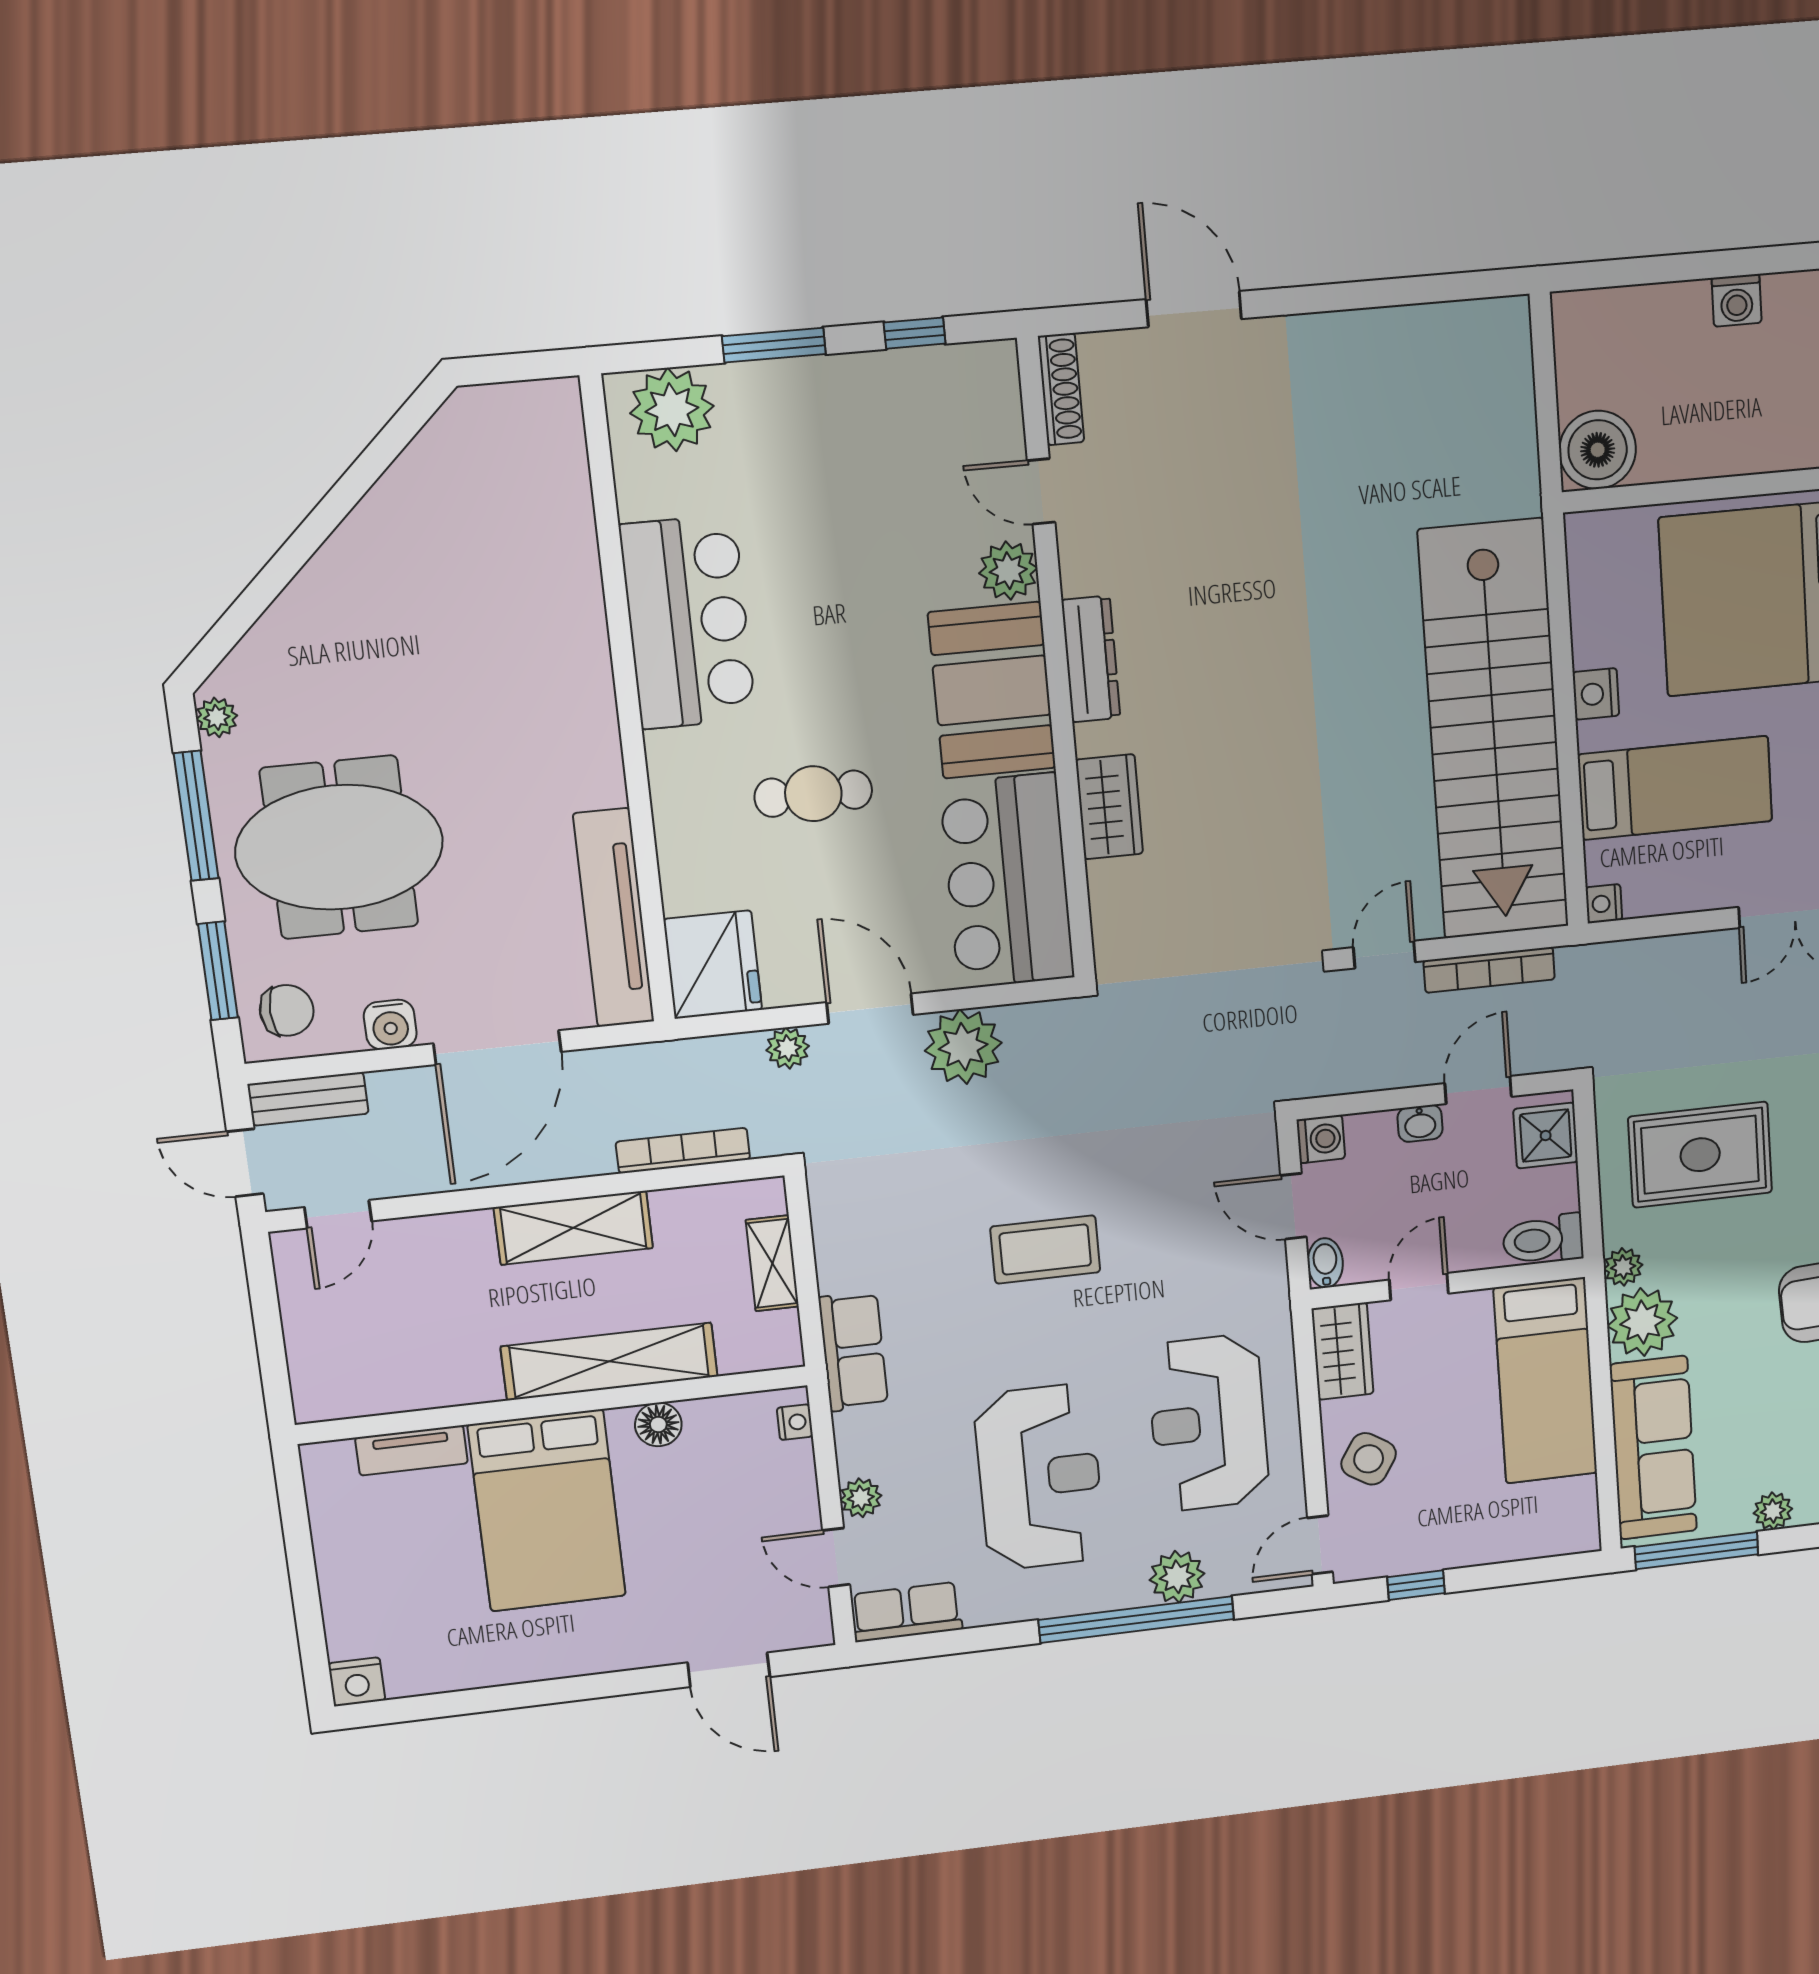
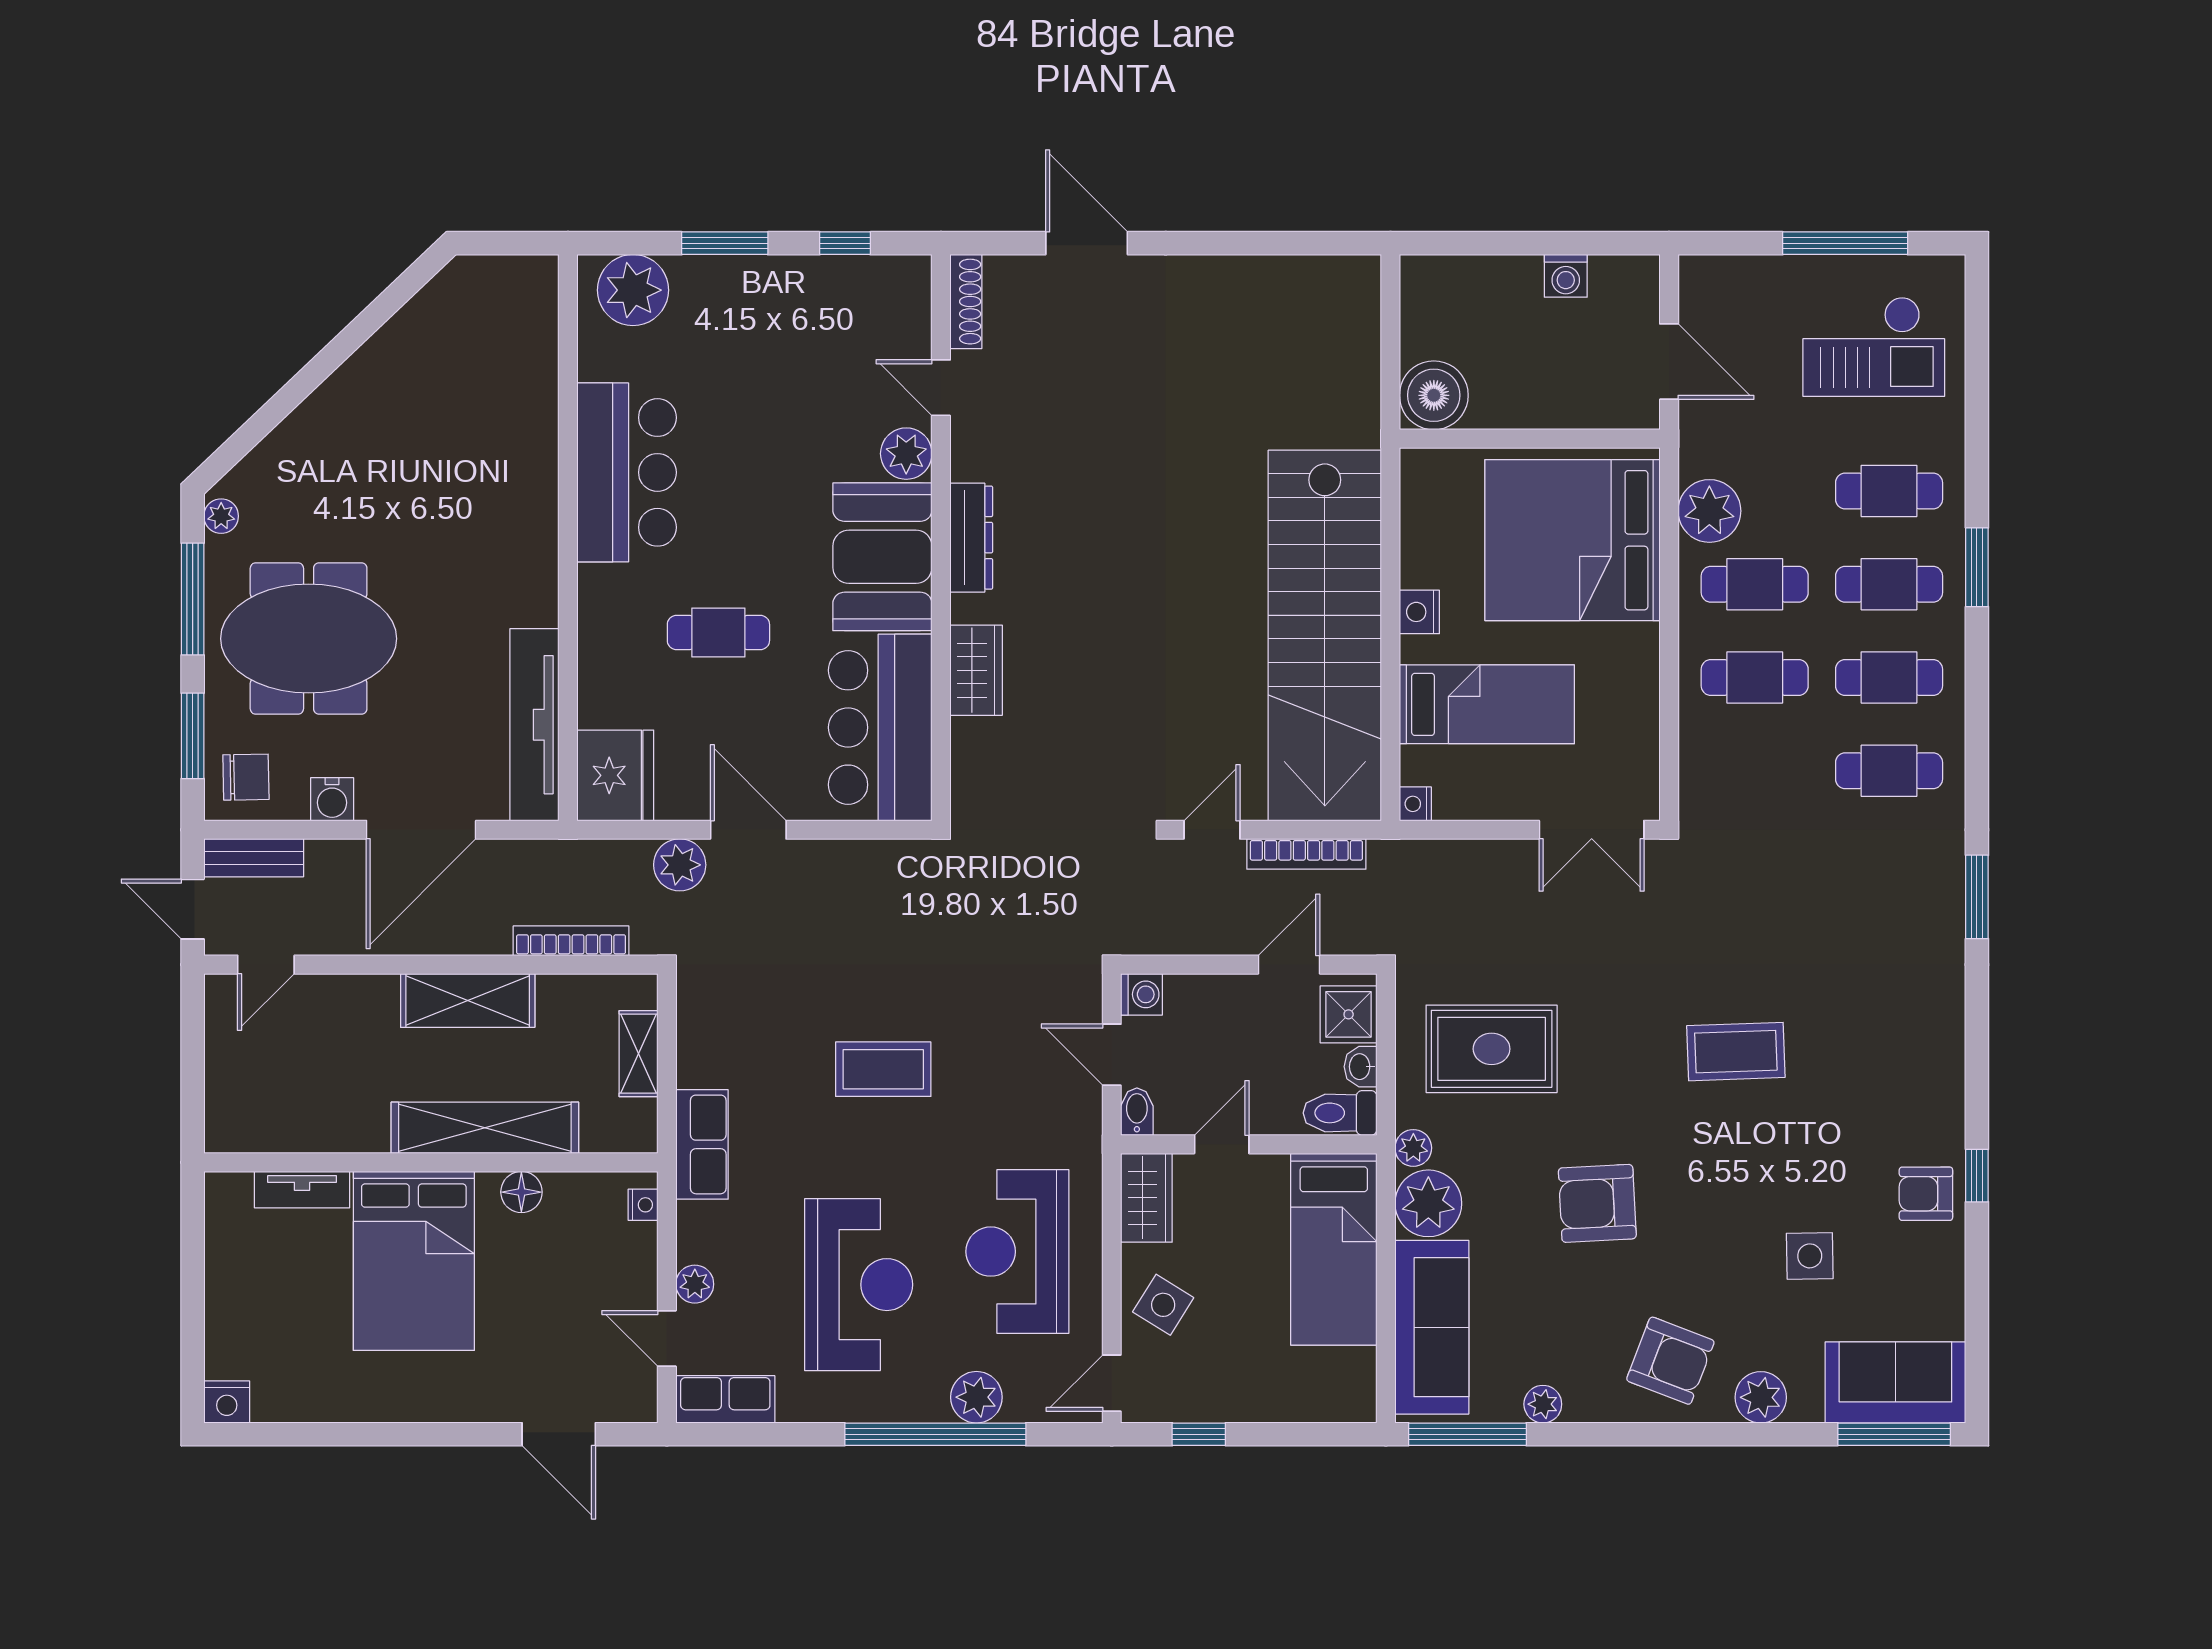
plant: (963, 1047) -> (827, 873), removed
plant: (788, 1048) -> (680, 865), width x1.38, depth x1.38
washbasin: (1420, 1123) -> (1361, 1067), moved, turned 90

